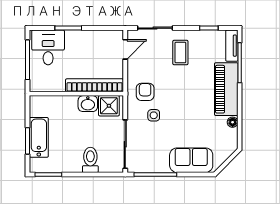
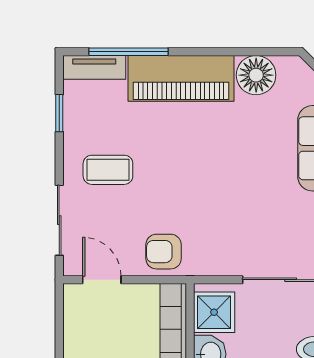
armchair: (145, 92) -> (164, 252), moved
side table: (154, 115) -> (233, 223), removed
floor lamp: (233, 122) -> (256, 75), width x1.89, depth x1.89

